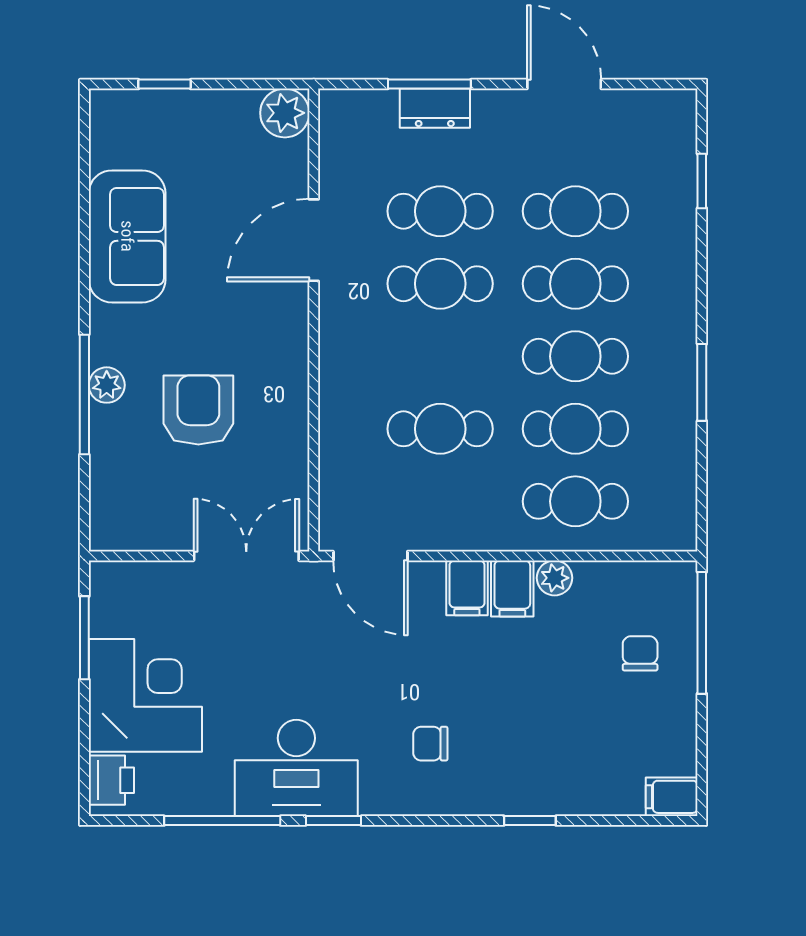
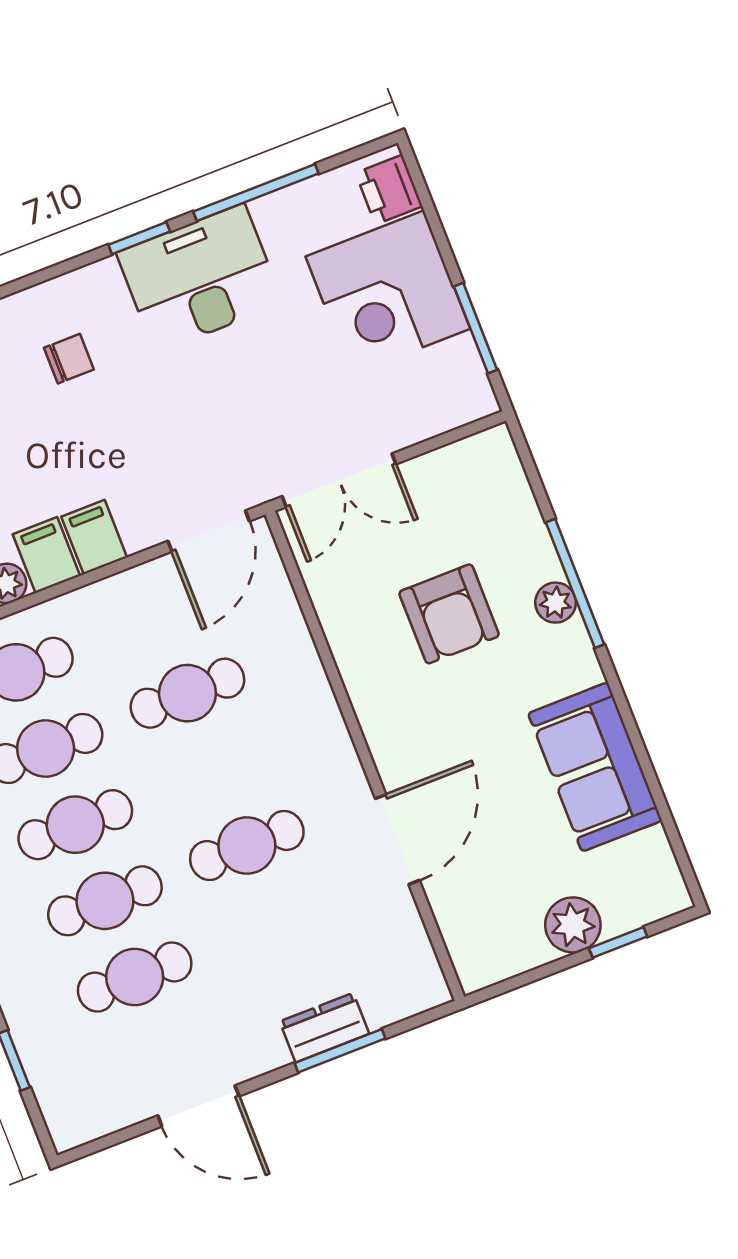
plant: (285, 113) -> (573, 925), moved
cafe table: (440, 211) -> (277, 922), removed
door: (370, 556) -> (209, 531), swing flipped

